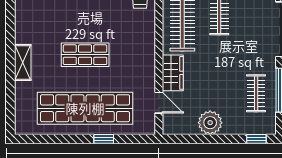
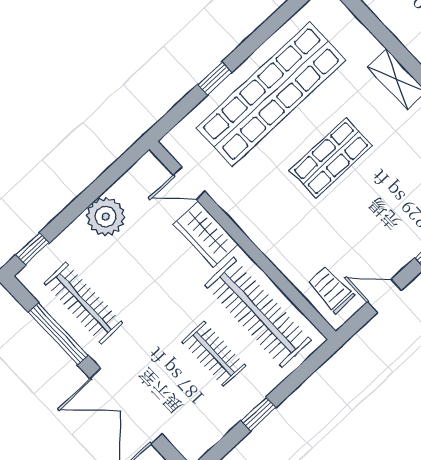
clothes rail: (256, 93) -> (84, 303), width x1.36

